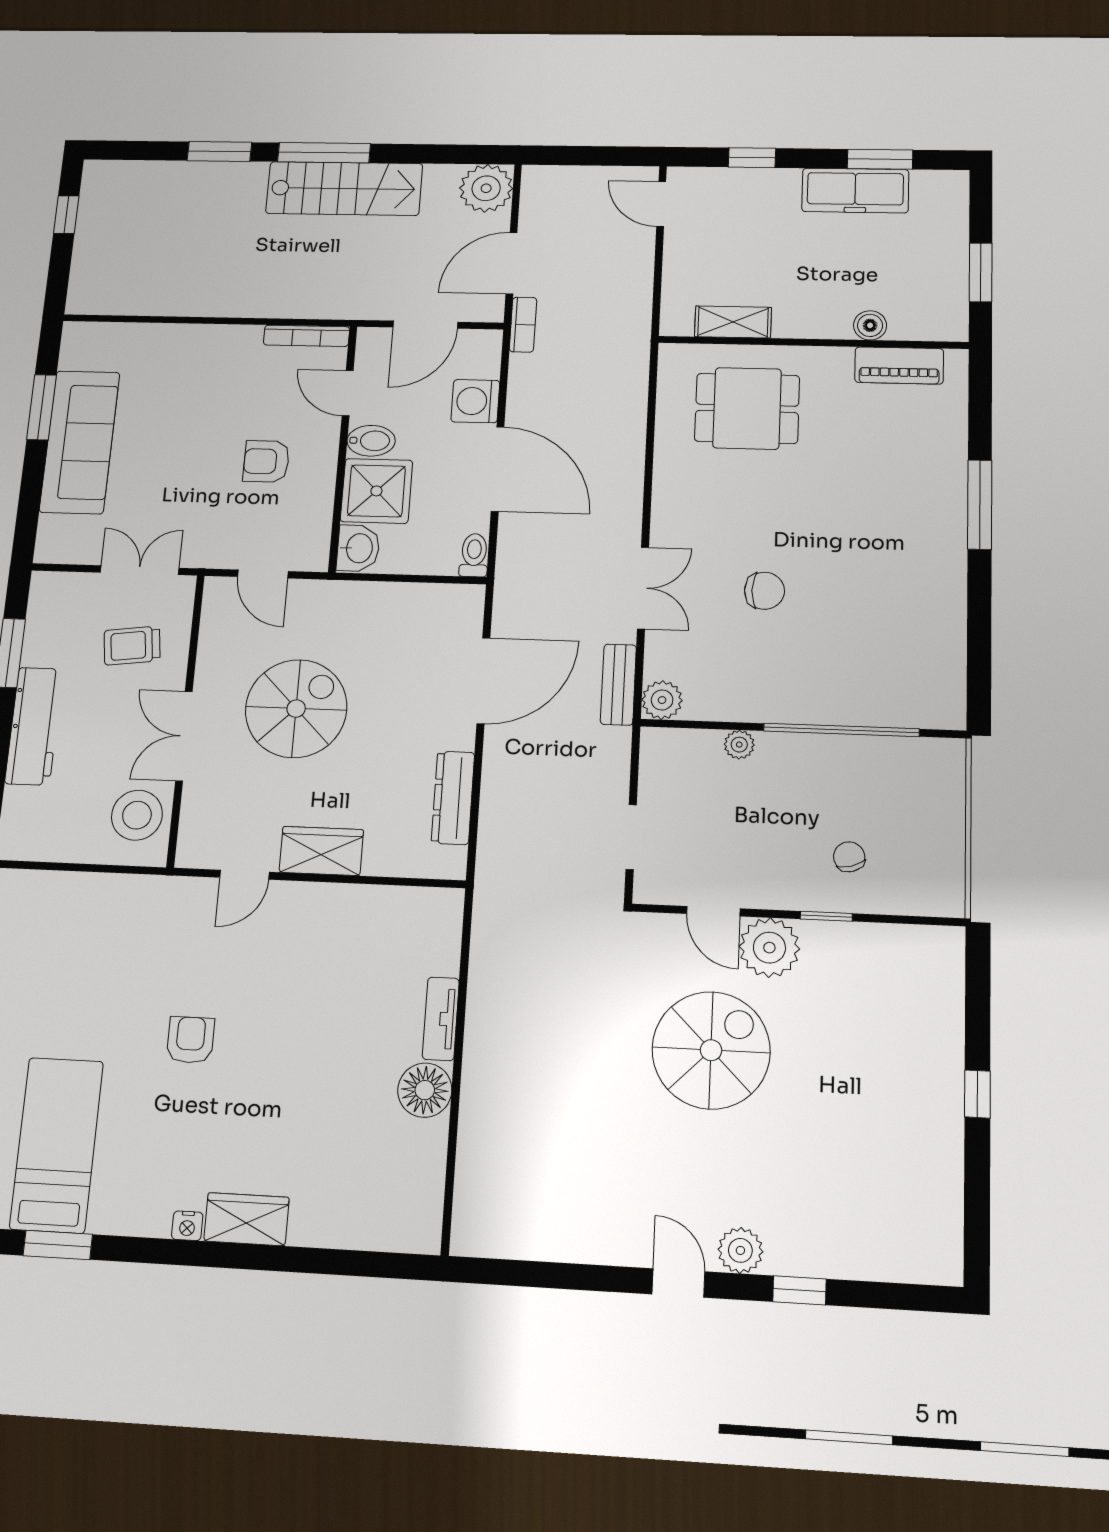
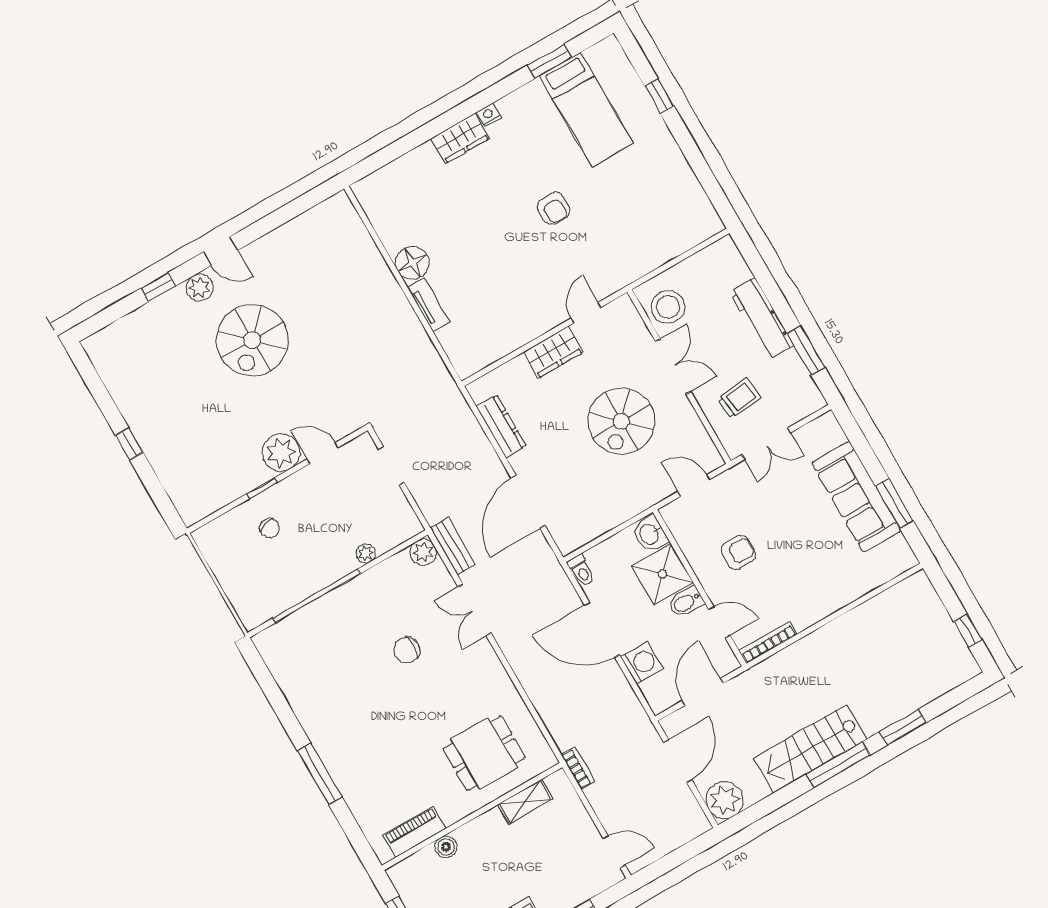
bookcase: (523, 325) -> (578, 768), moved, turned 180
spiral stairs: (711, 1050) -> (252, 340), moved

